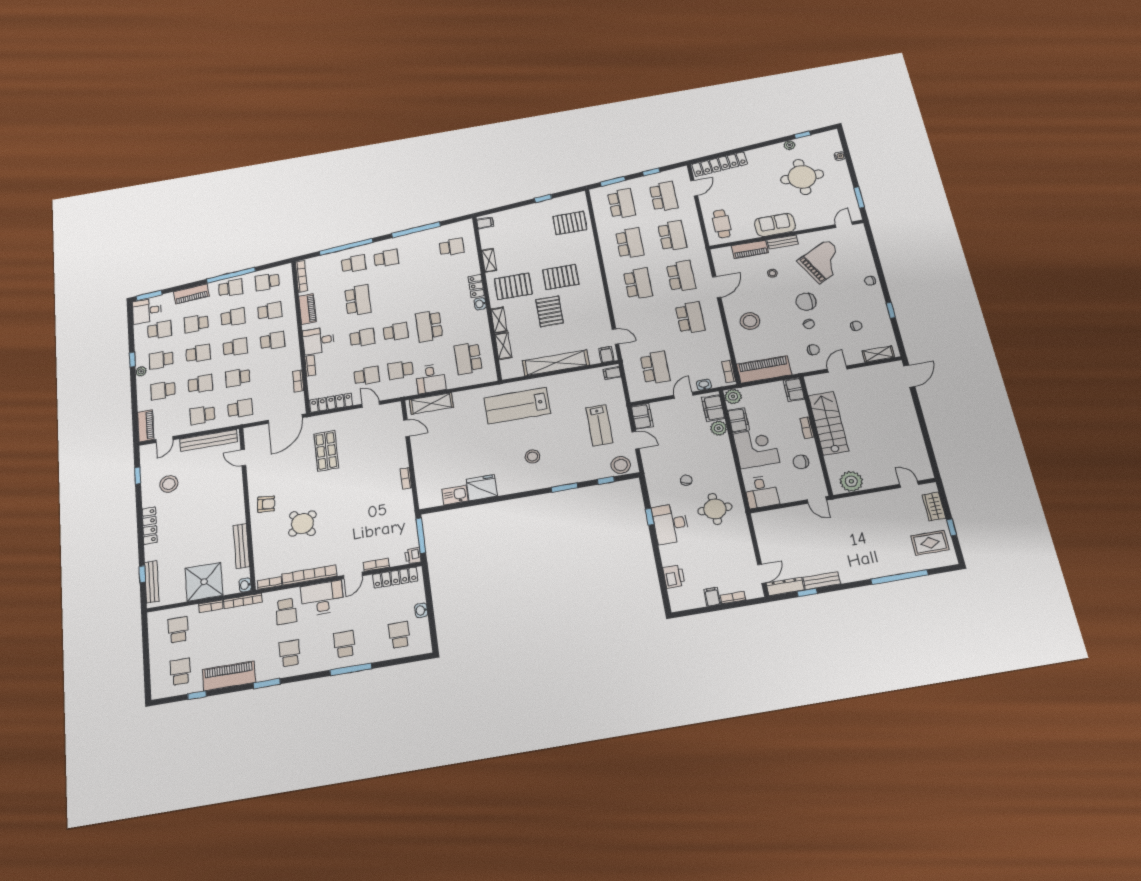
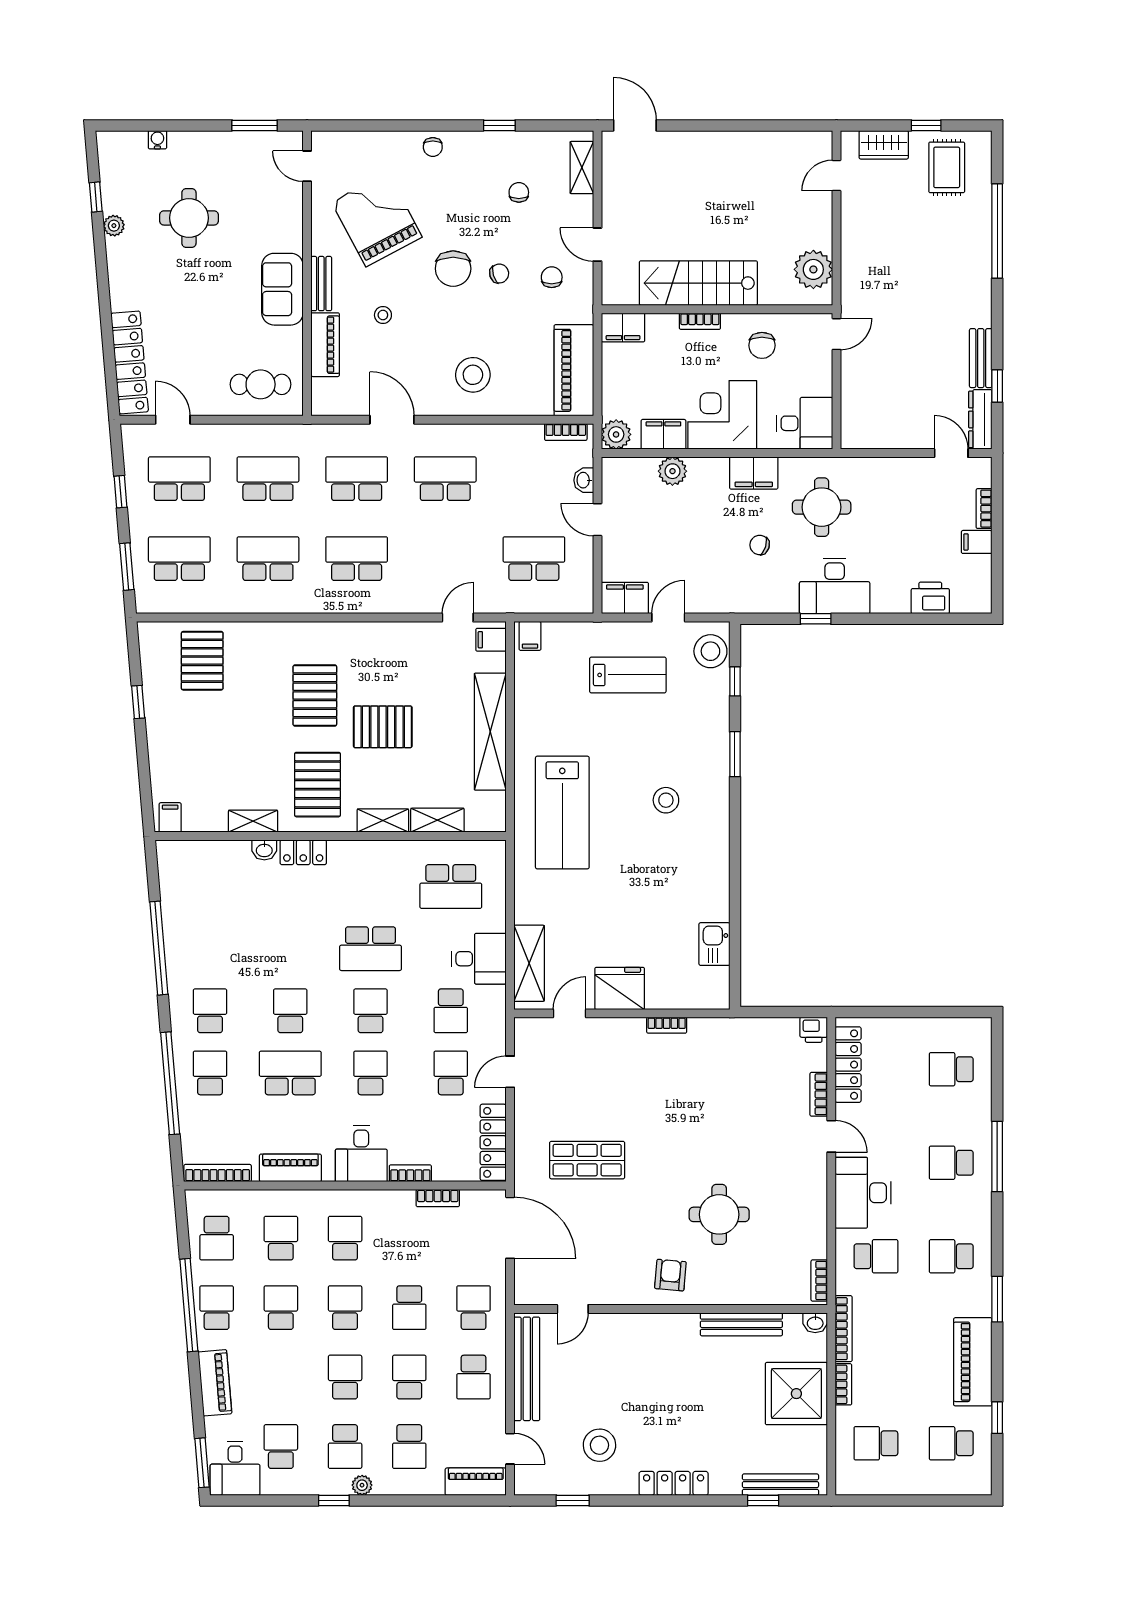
round table: (802, 177) -> (189, 218), width x0.73, depth x0.73
school desk: (452, 247) -> (290, 1011), moved
washbasin: (480, 304) -> (264, 850), moved
school desk: (196, 324) -> (281, 1377), removed
filing cabinet: (713, 408) -> (754, 473), moved
fridge: (482, 488) -> (620, 988), moved, turned 90
round table: (302, 524) -> (719, 1214), turned 37
window: (421, 536) -> (779, 1012), removed
bookcase: (309, 575) -> (817, 1211), removed
washbasin: (421, 610) -> (914, 1027), removed

